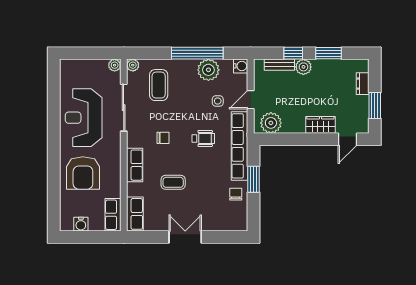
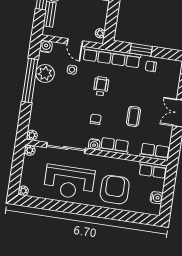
plant: (65, 65) -> (23, 191), added
coffee table: (159, 85) -> (52, 116), removed
plant: (271, 123) -> (100, 33), width x0.53, depth x0.53
water cooler: (133, 141) -> (94, 144), added
armchair: (83, 173) -> (115, 190), turned -90

